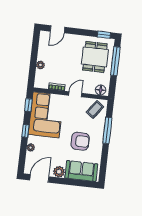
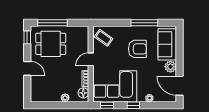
door: (58, 29) -> (27, 68), moved
floor lamp: (101, 90) -> (83, 93), moved
door: (75, 94) -> (91, 59), hinge flipped
window: (107, 130) -> (144, 23), moved
armchair: (80, 141) -> (137, 49), turned 90

